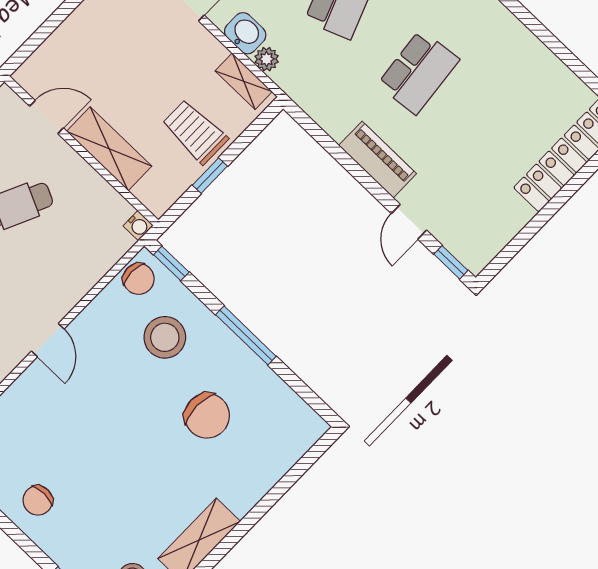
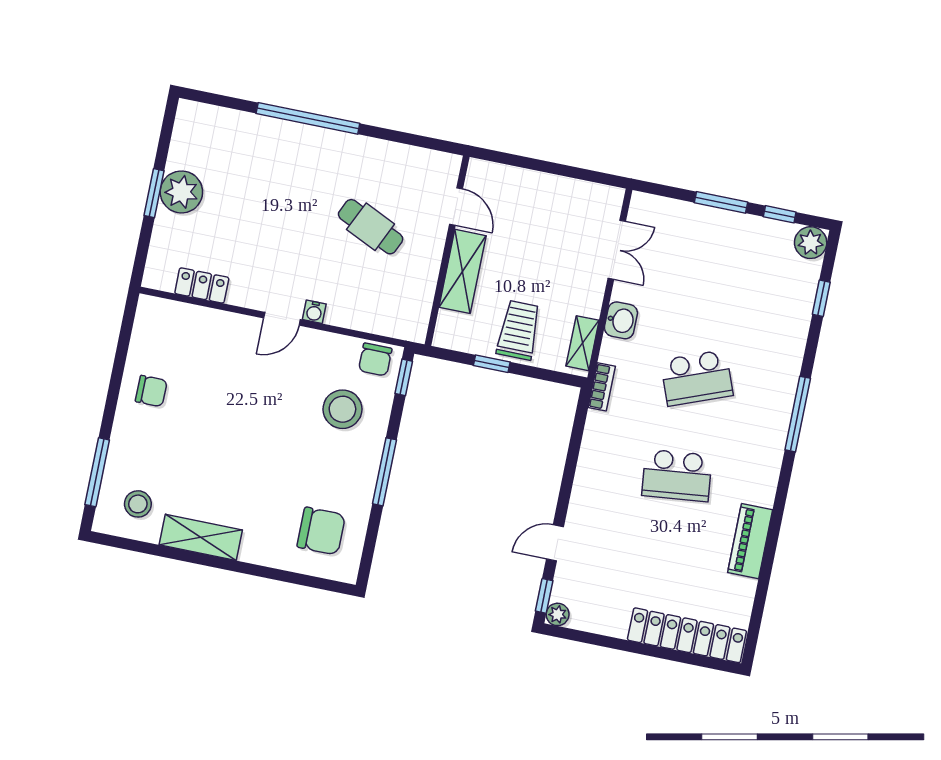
plant: (267, 59) -> (558, 614), moved
bookcase: (294, 89) -> (602, 387), added
piano: (378, 160) -> (750, 541), moved, turned 180
water cooler: (138, 226) -> (314, 312), moved
chair: (207, 416) -> (321, 531), moved, turned -90
chair: (38, 500) -> (151, 391), turned 180

